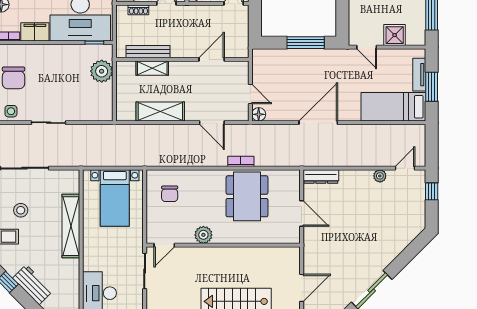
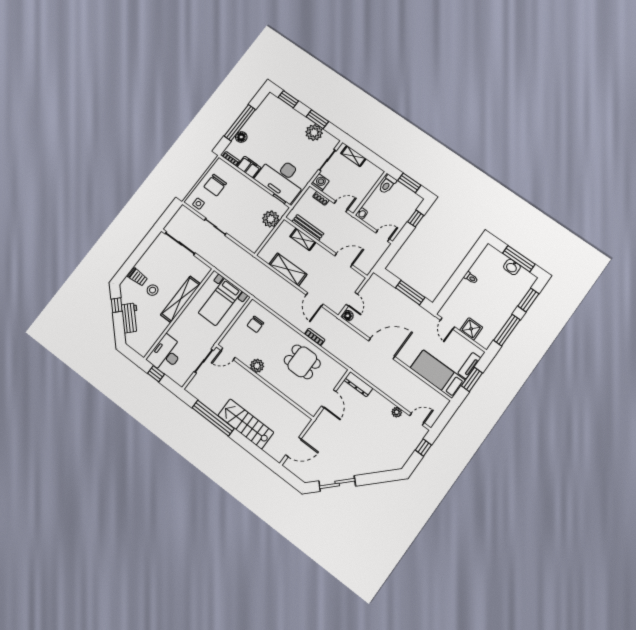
dining table: (247, 196) -> (302, 362), width x0.73
stool: (21, 210) -> (153, 290), moved

